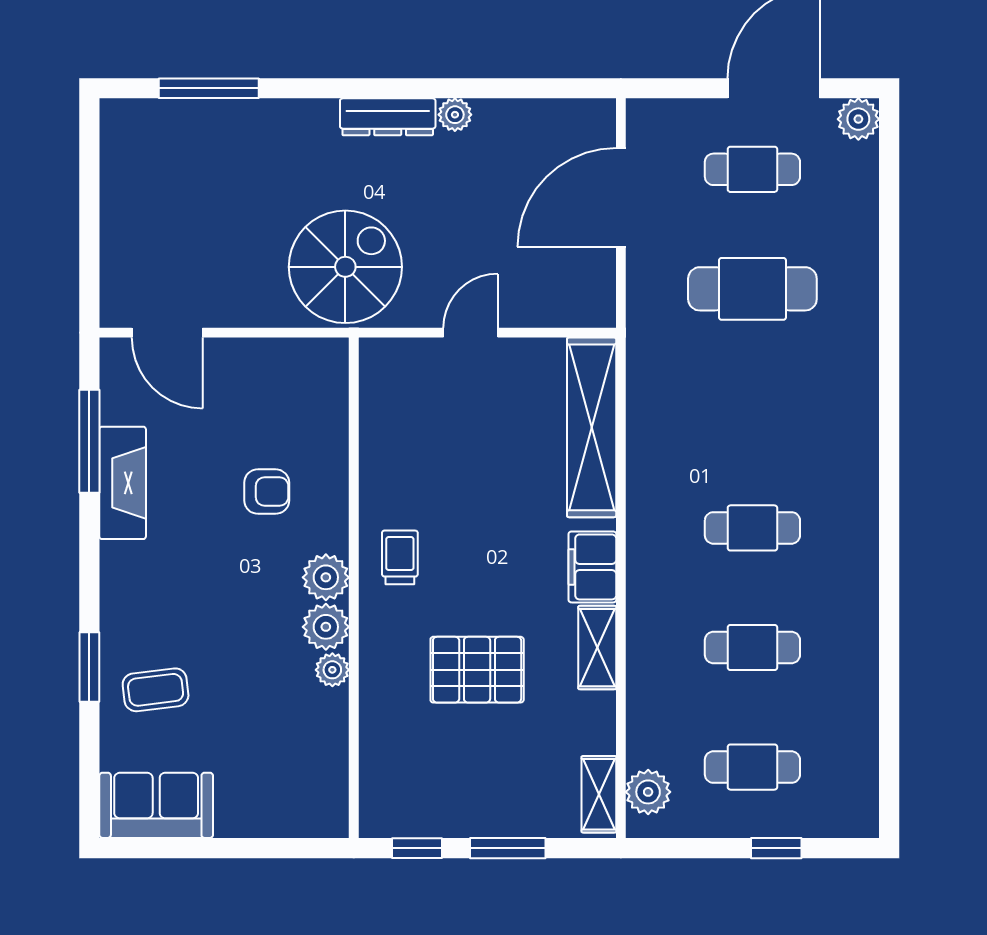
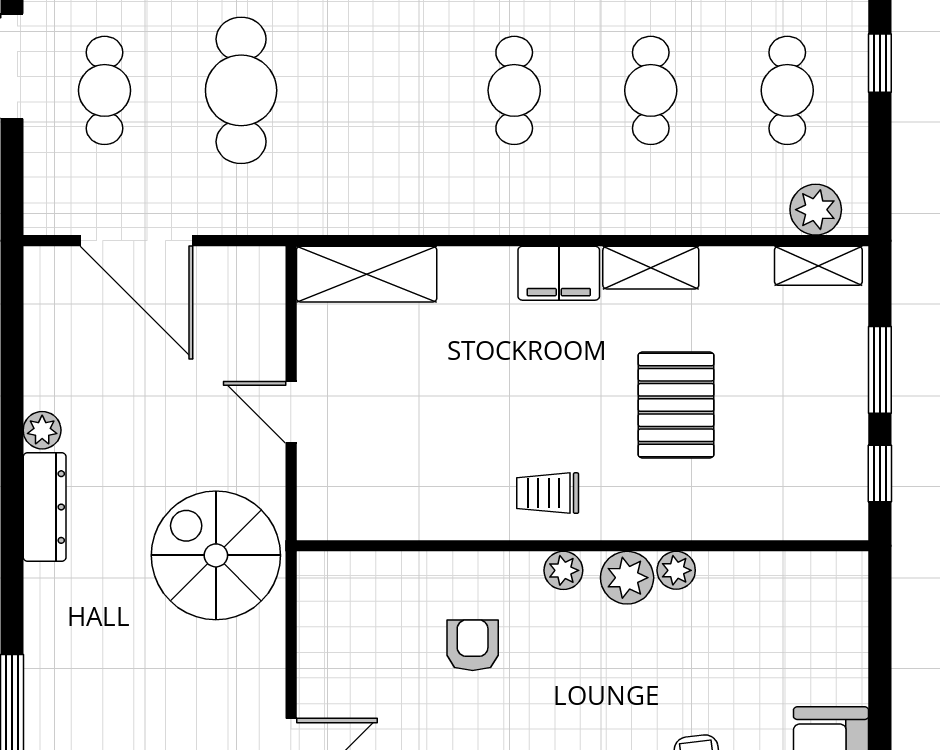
shelving: (592, 427) -> (367, 274), width x0.68
plant: (326, 577) -> (563, 570), width x0.73, depth x0.73

